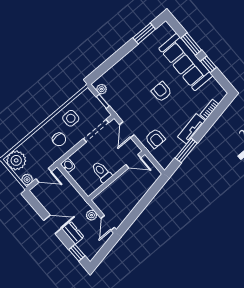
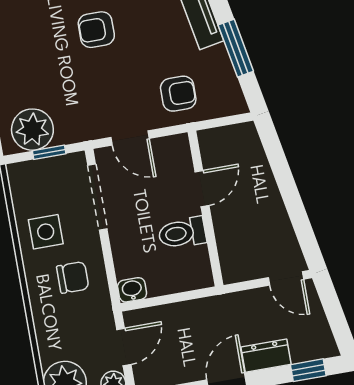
plant: (101, 89) -> (32, 130), width x1.87, depth x1.87
door: (133, 161) -> (202, 189), moved
plant: (92, 215) -> (253, 300), removed

